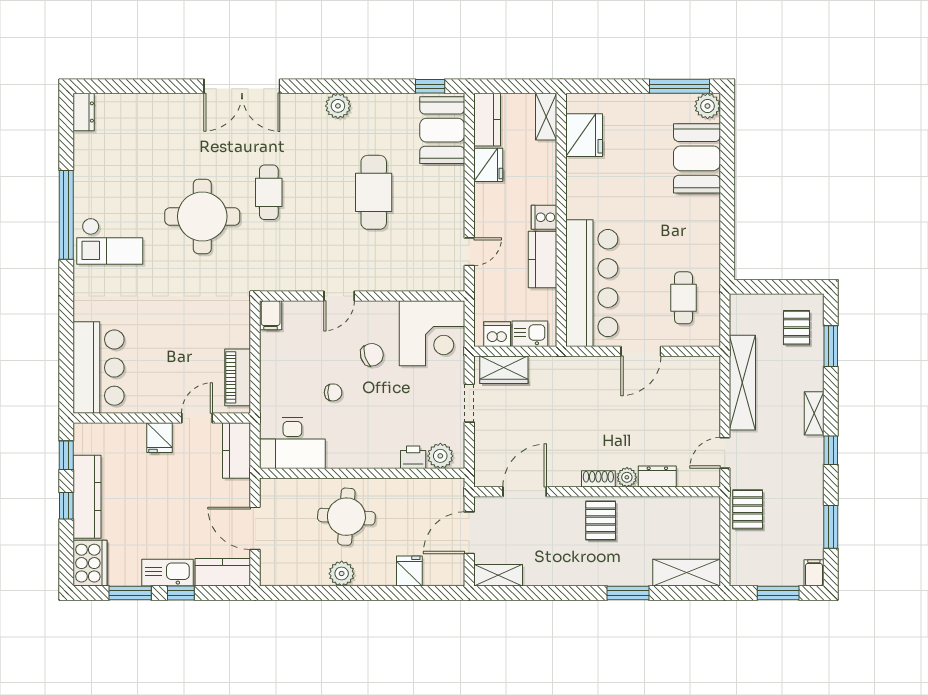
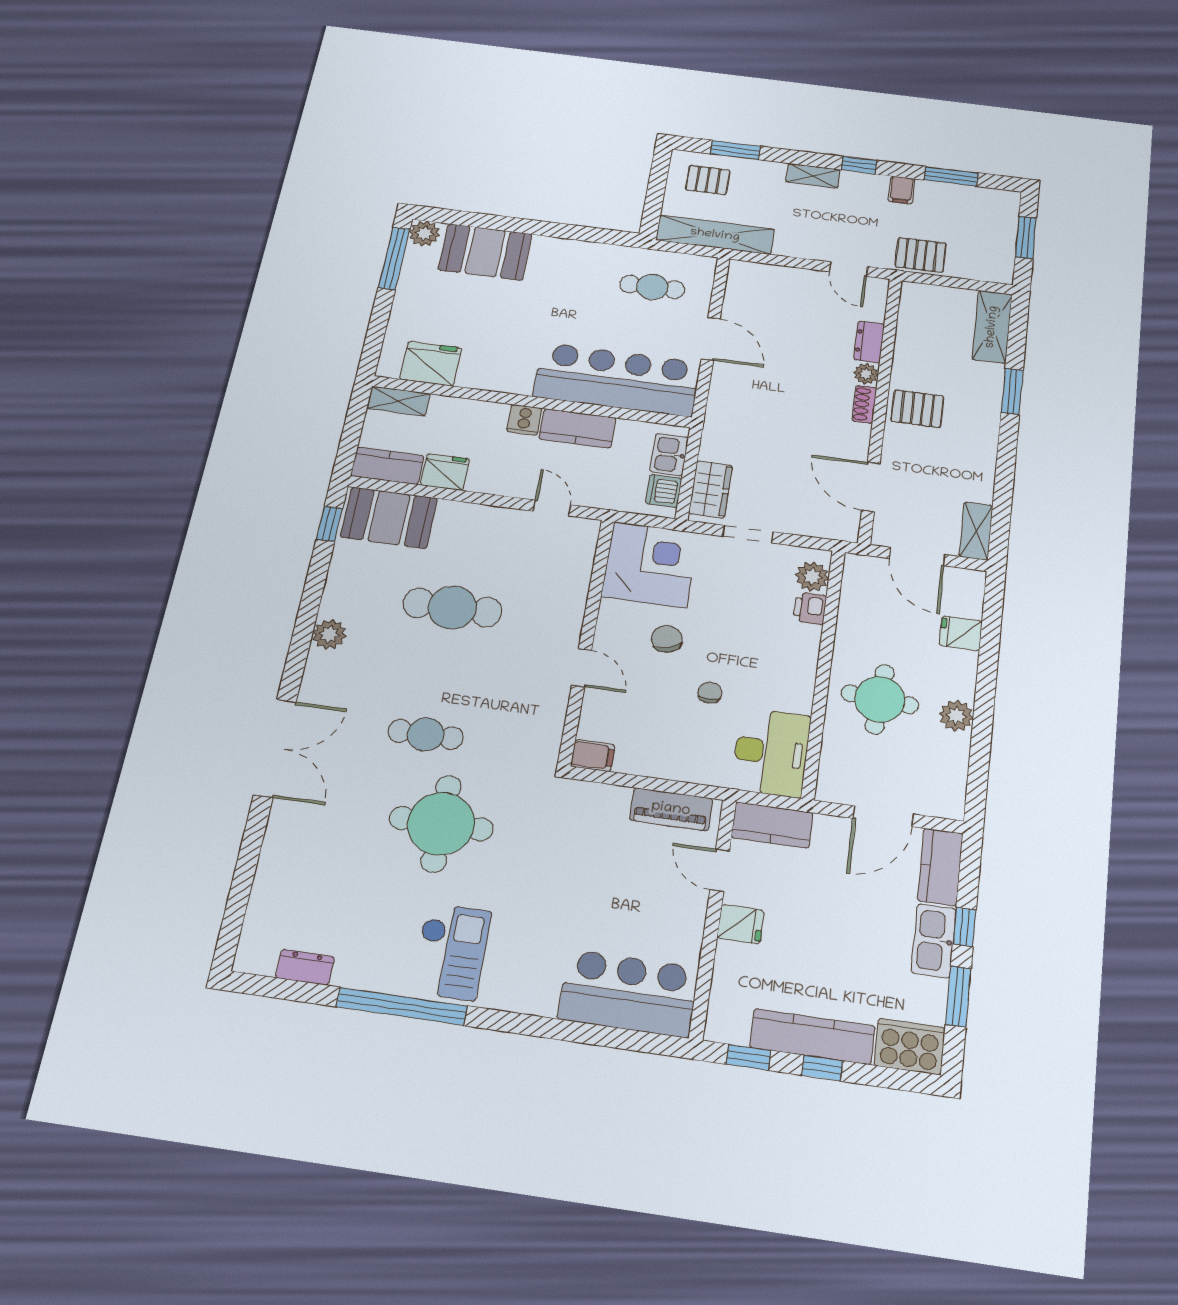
dresser: (84, 112) -> (305, 967), moved
shelving: (742, 383) -> (715, 235), moved
filing cabinet: (814, 573) -> (901, 190), moved, turned -90

